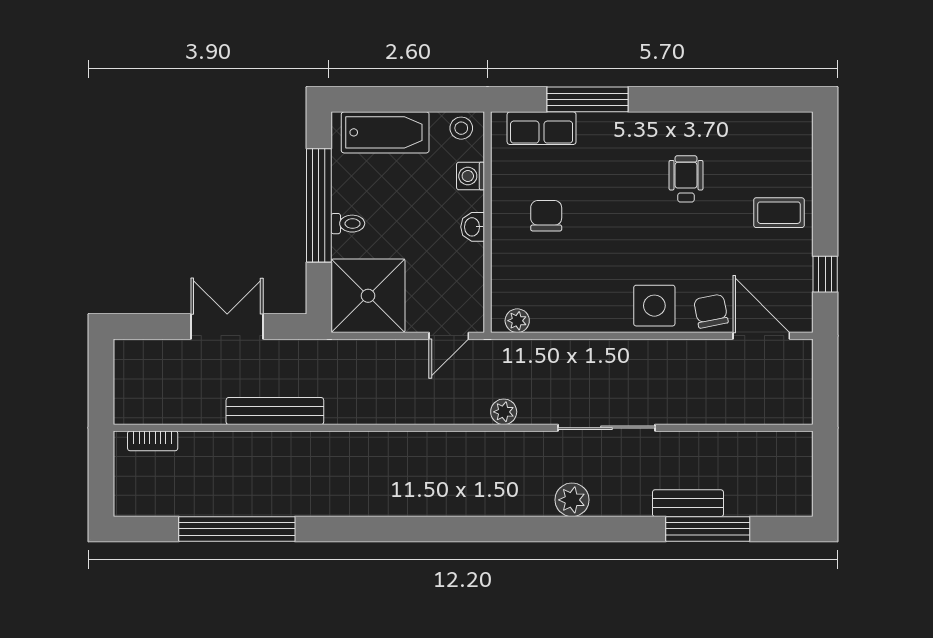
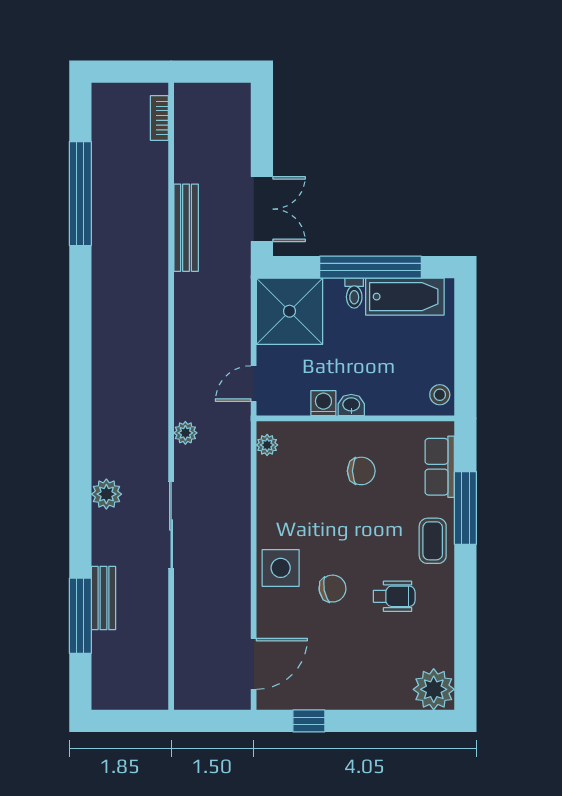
bathtub: (385, 132) -> (405, 297), moved, turned -90
plant: (790, 135) -> (434, 689), added
washing machine: (471, 176) -> (323, 403), moved
coffee table: (779, 213) -> (433, 541), moved
chair: (711, 311) -> (333, 589), moved
double door: (227, 327) -> (262, 209), moved
door: (449, 336) -> (254, 384), hinge flipped

